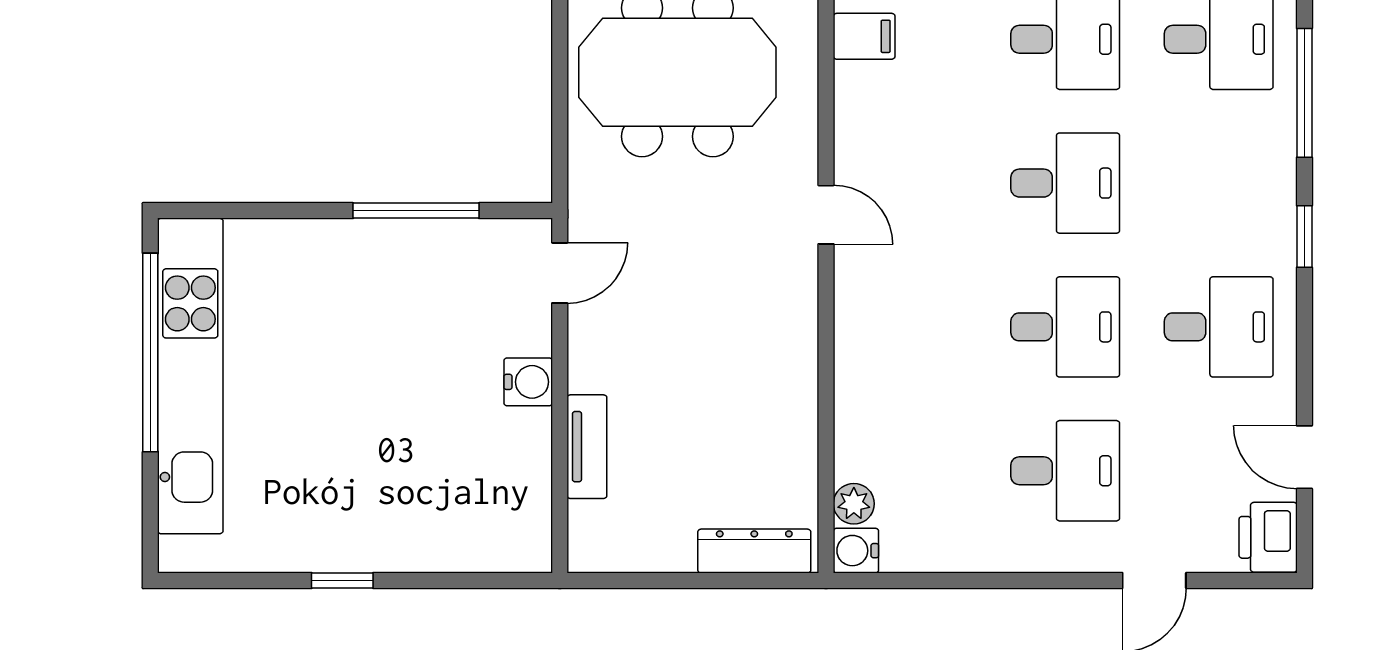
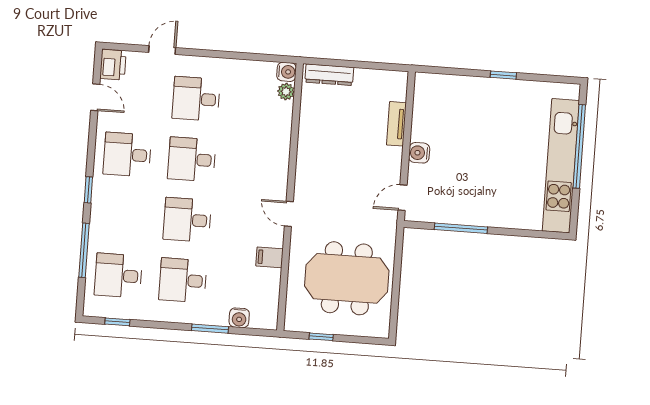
filing cabinet: (864, 36) -> (269, 257), moved
window: (150, 352) -> (579, 146), moved

